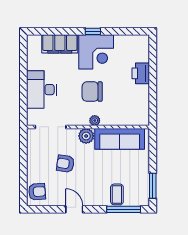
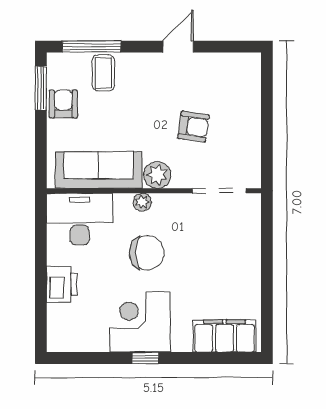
filing cabinet: (60, 44) -> (225, 336), moved
desk: (42, 90) -> (80, 219), moved, turned -90
armchair: (37, 192) -> (63, 104), moved, turned 94
door: (74, 209) -> (178, 47), swing flipped

